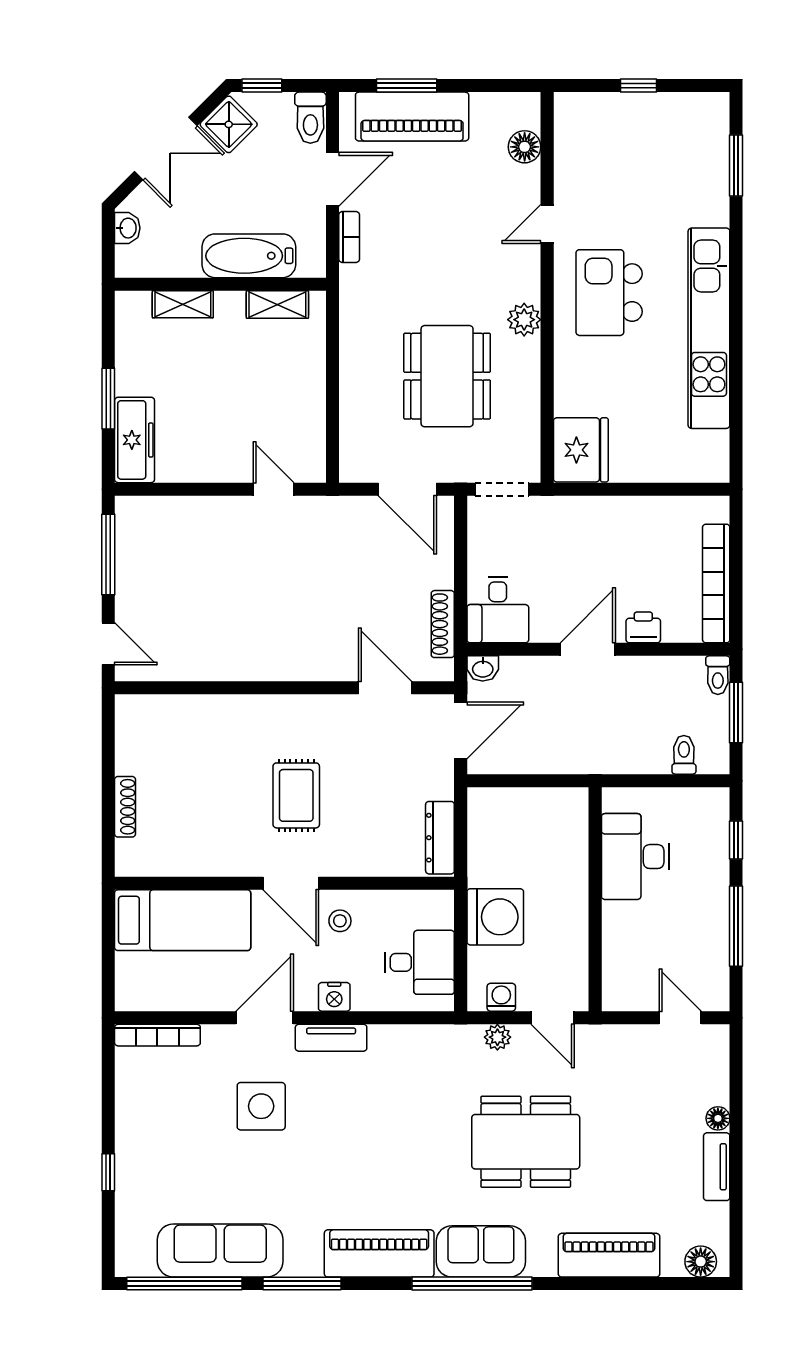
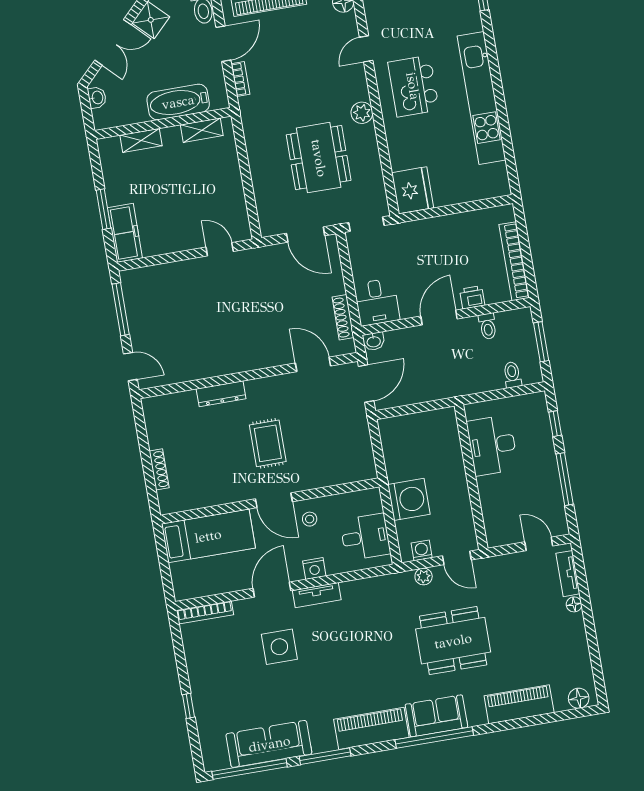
toilet: (718, 675) -> (488, 326), moved
dresser: (440, 838) -> (221, 394), moved, turned -90
tv unit: (717, 1167) -> (568, 574), moved

